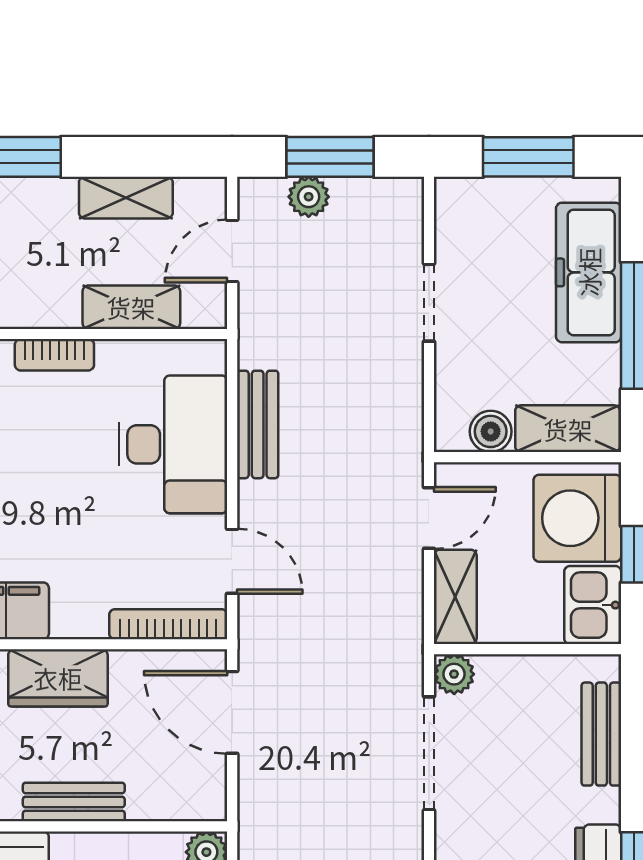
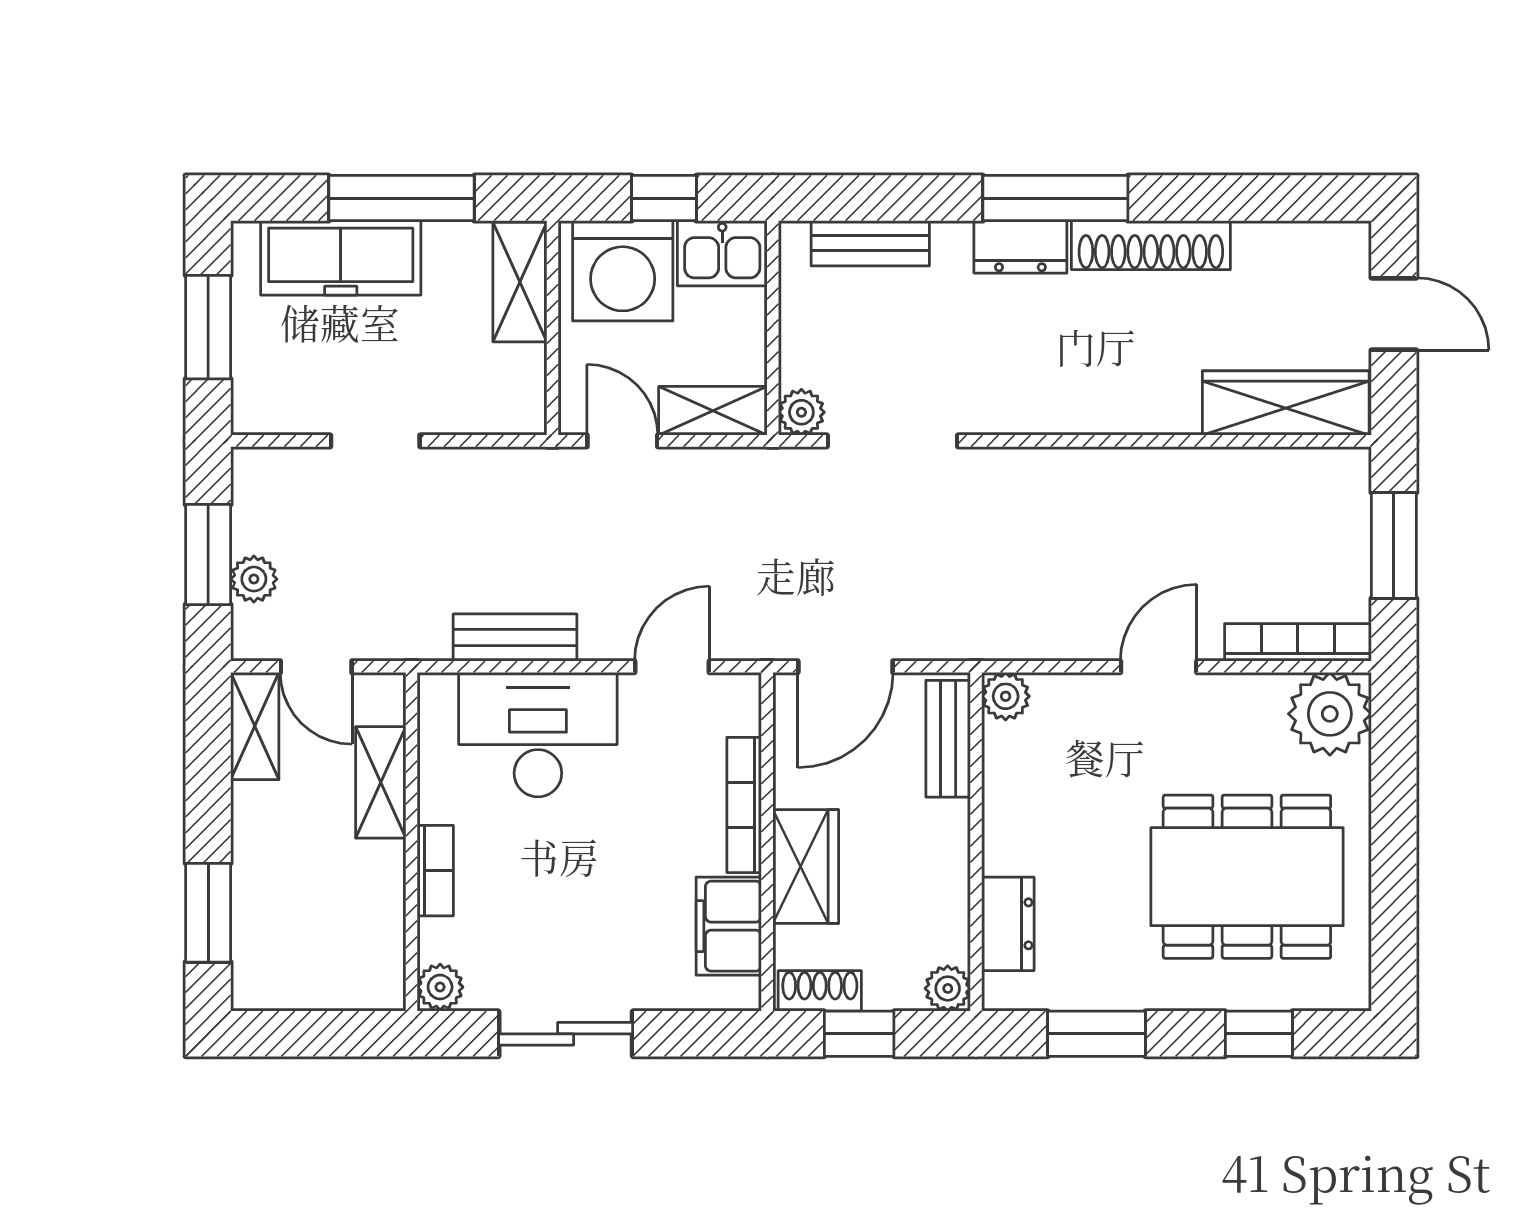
shelving: (126, 198) -> (255, 726), moved
boiler: (491, 431) -> (523, 370), removed
bookcase: (168, 624) -> (744, 805), moved
bench: (74, 802) -> (948, 739), moved

